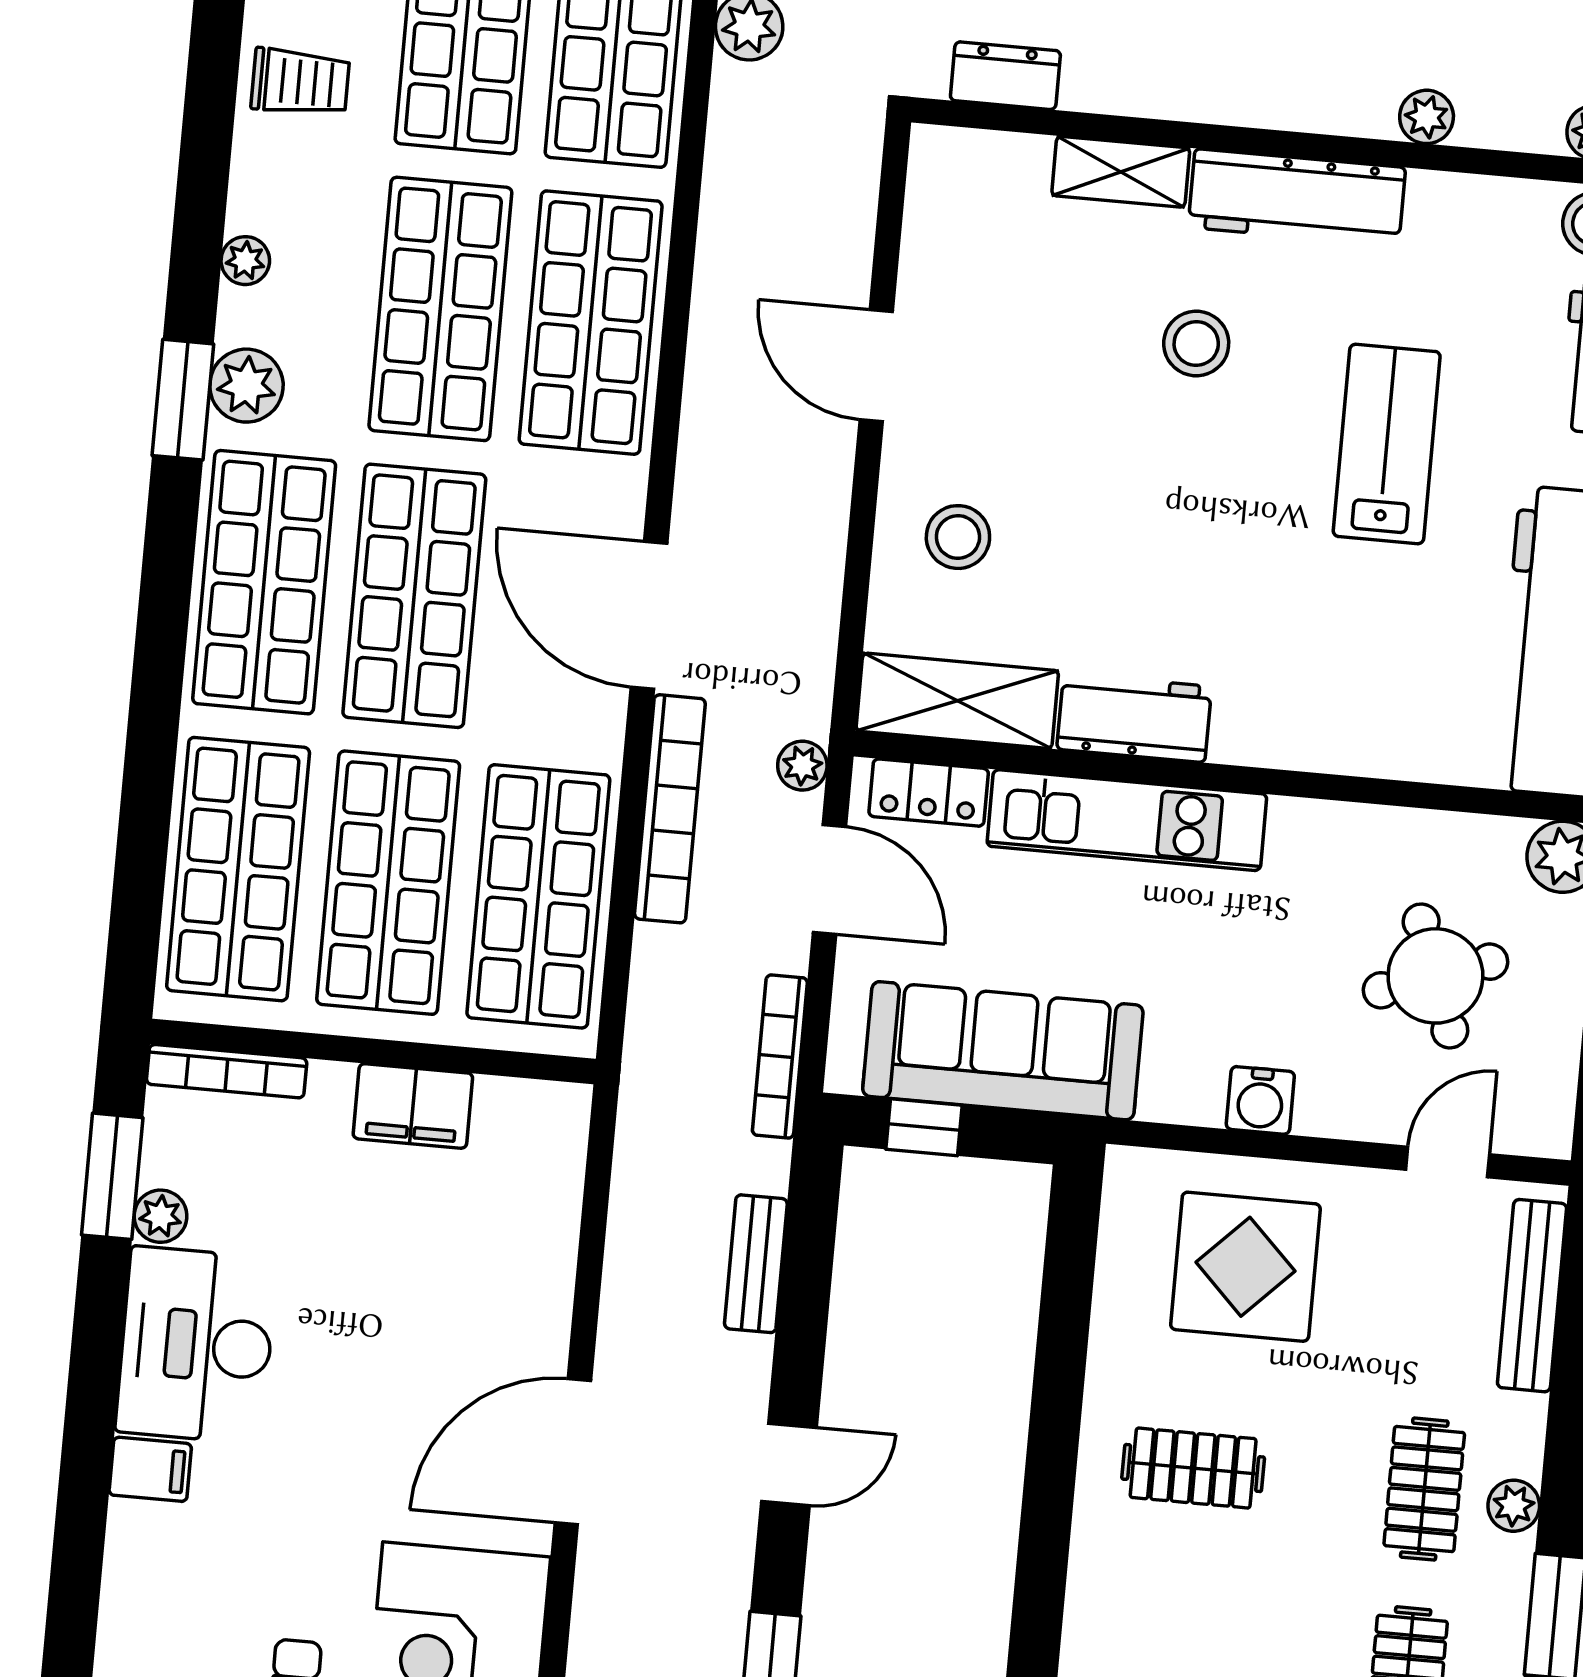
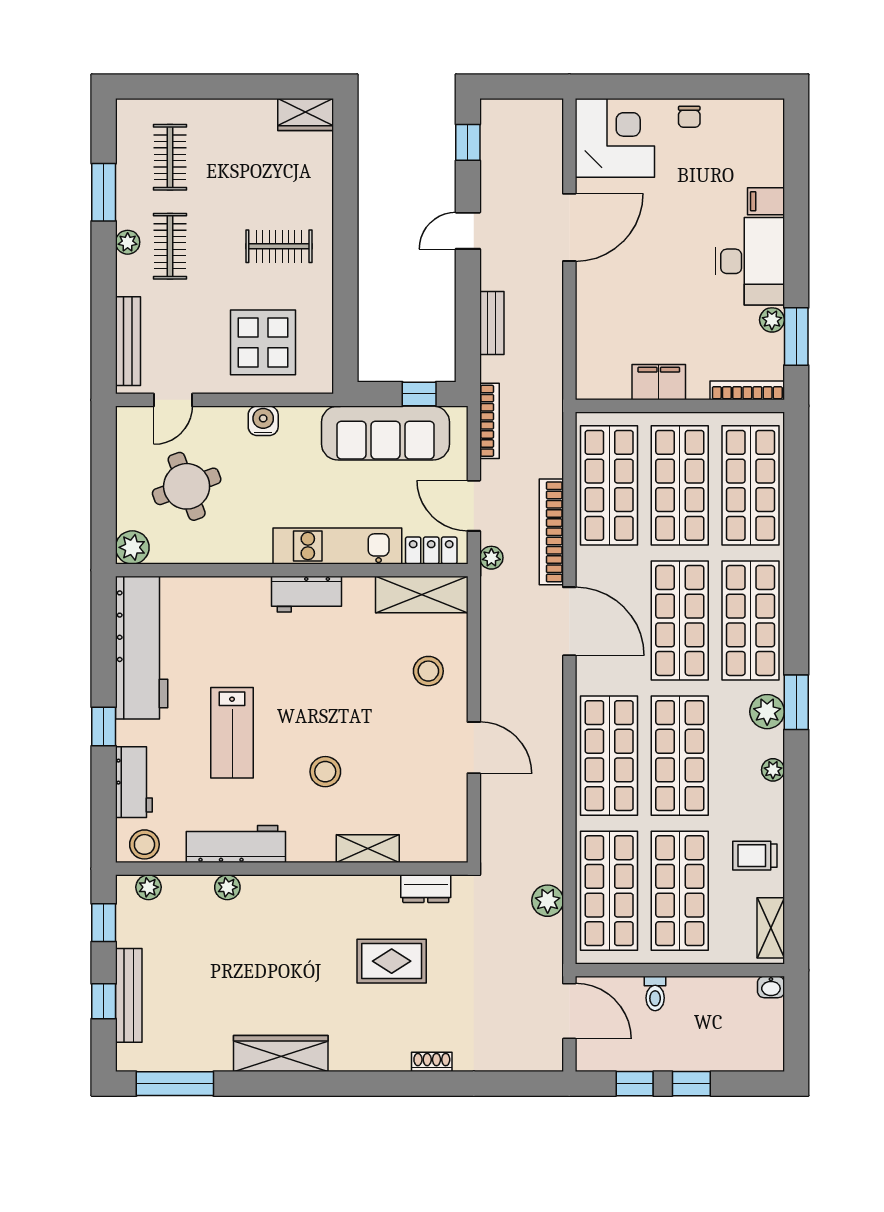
workbench: (1297, 197) -> (236, 844), moved
workbench: (1134, 718) -> (307, 594), moved

